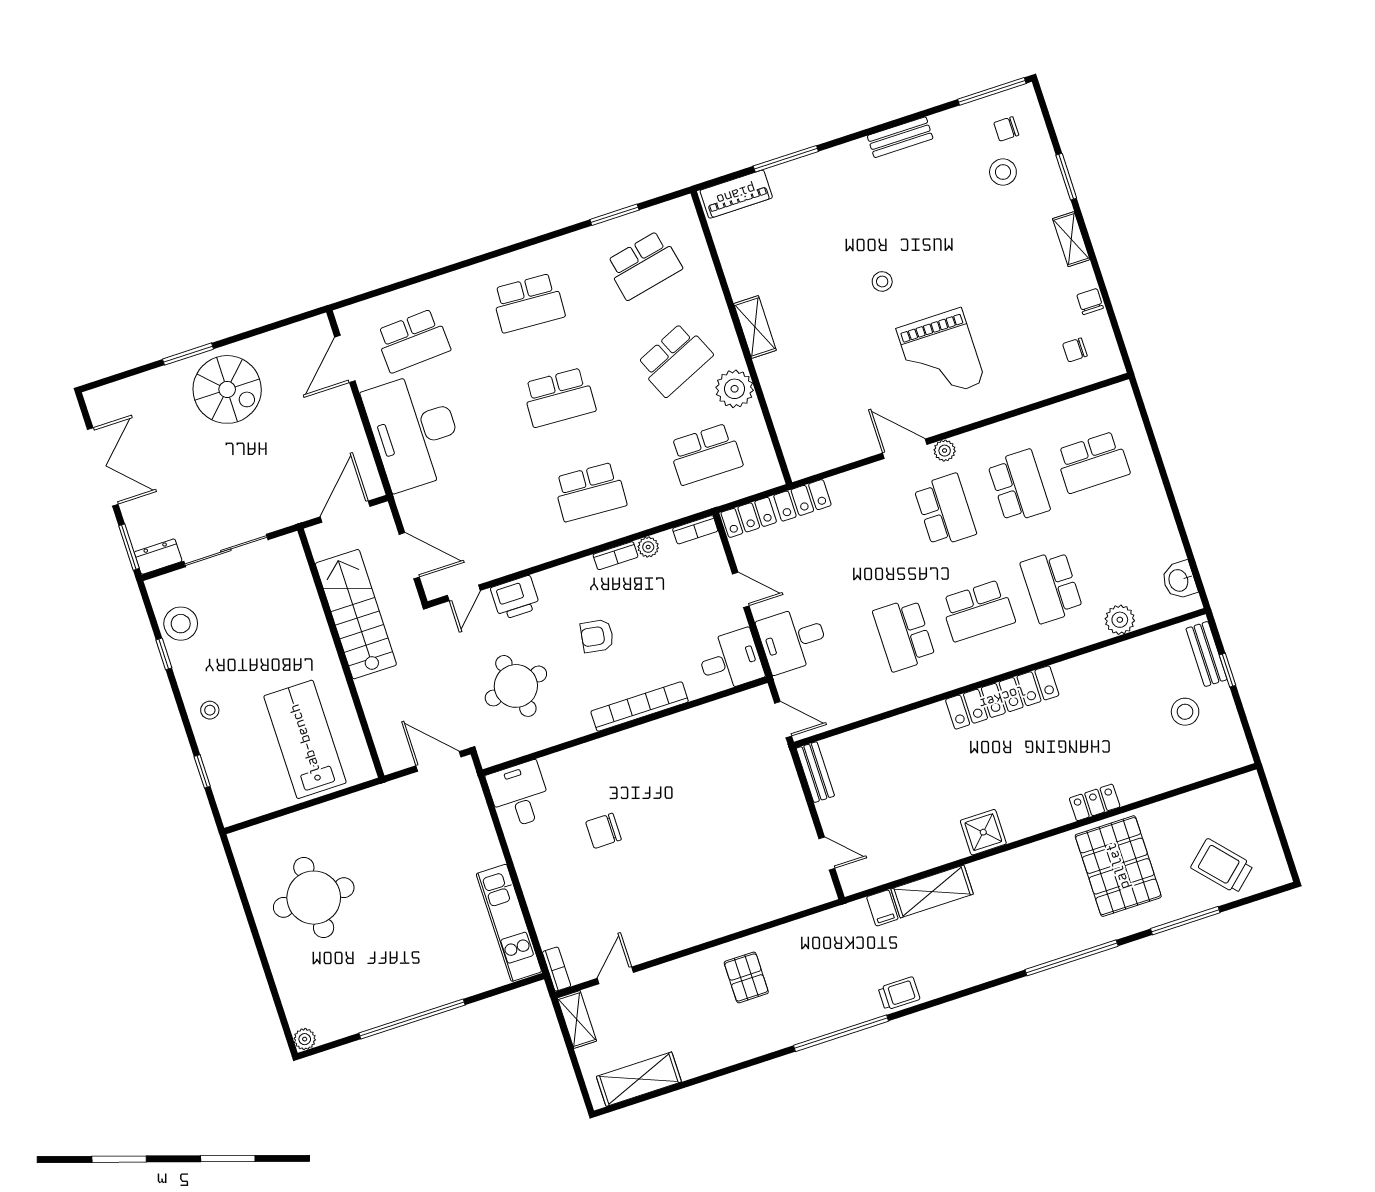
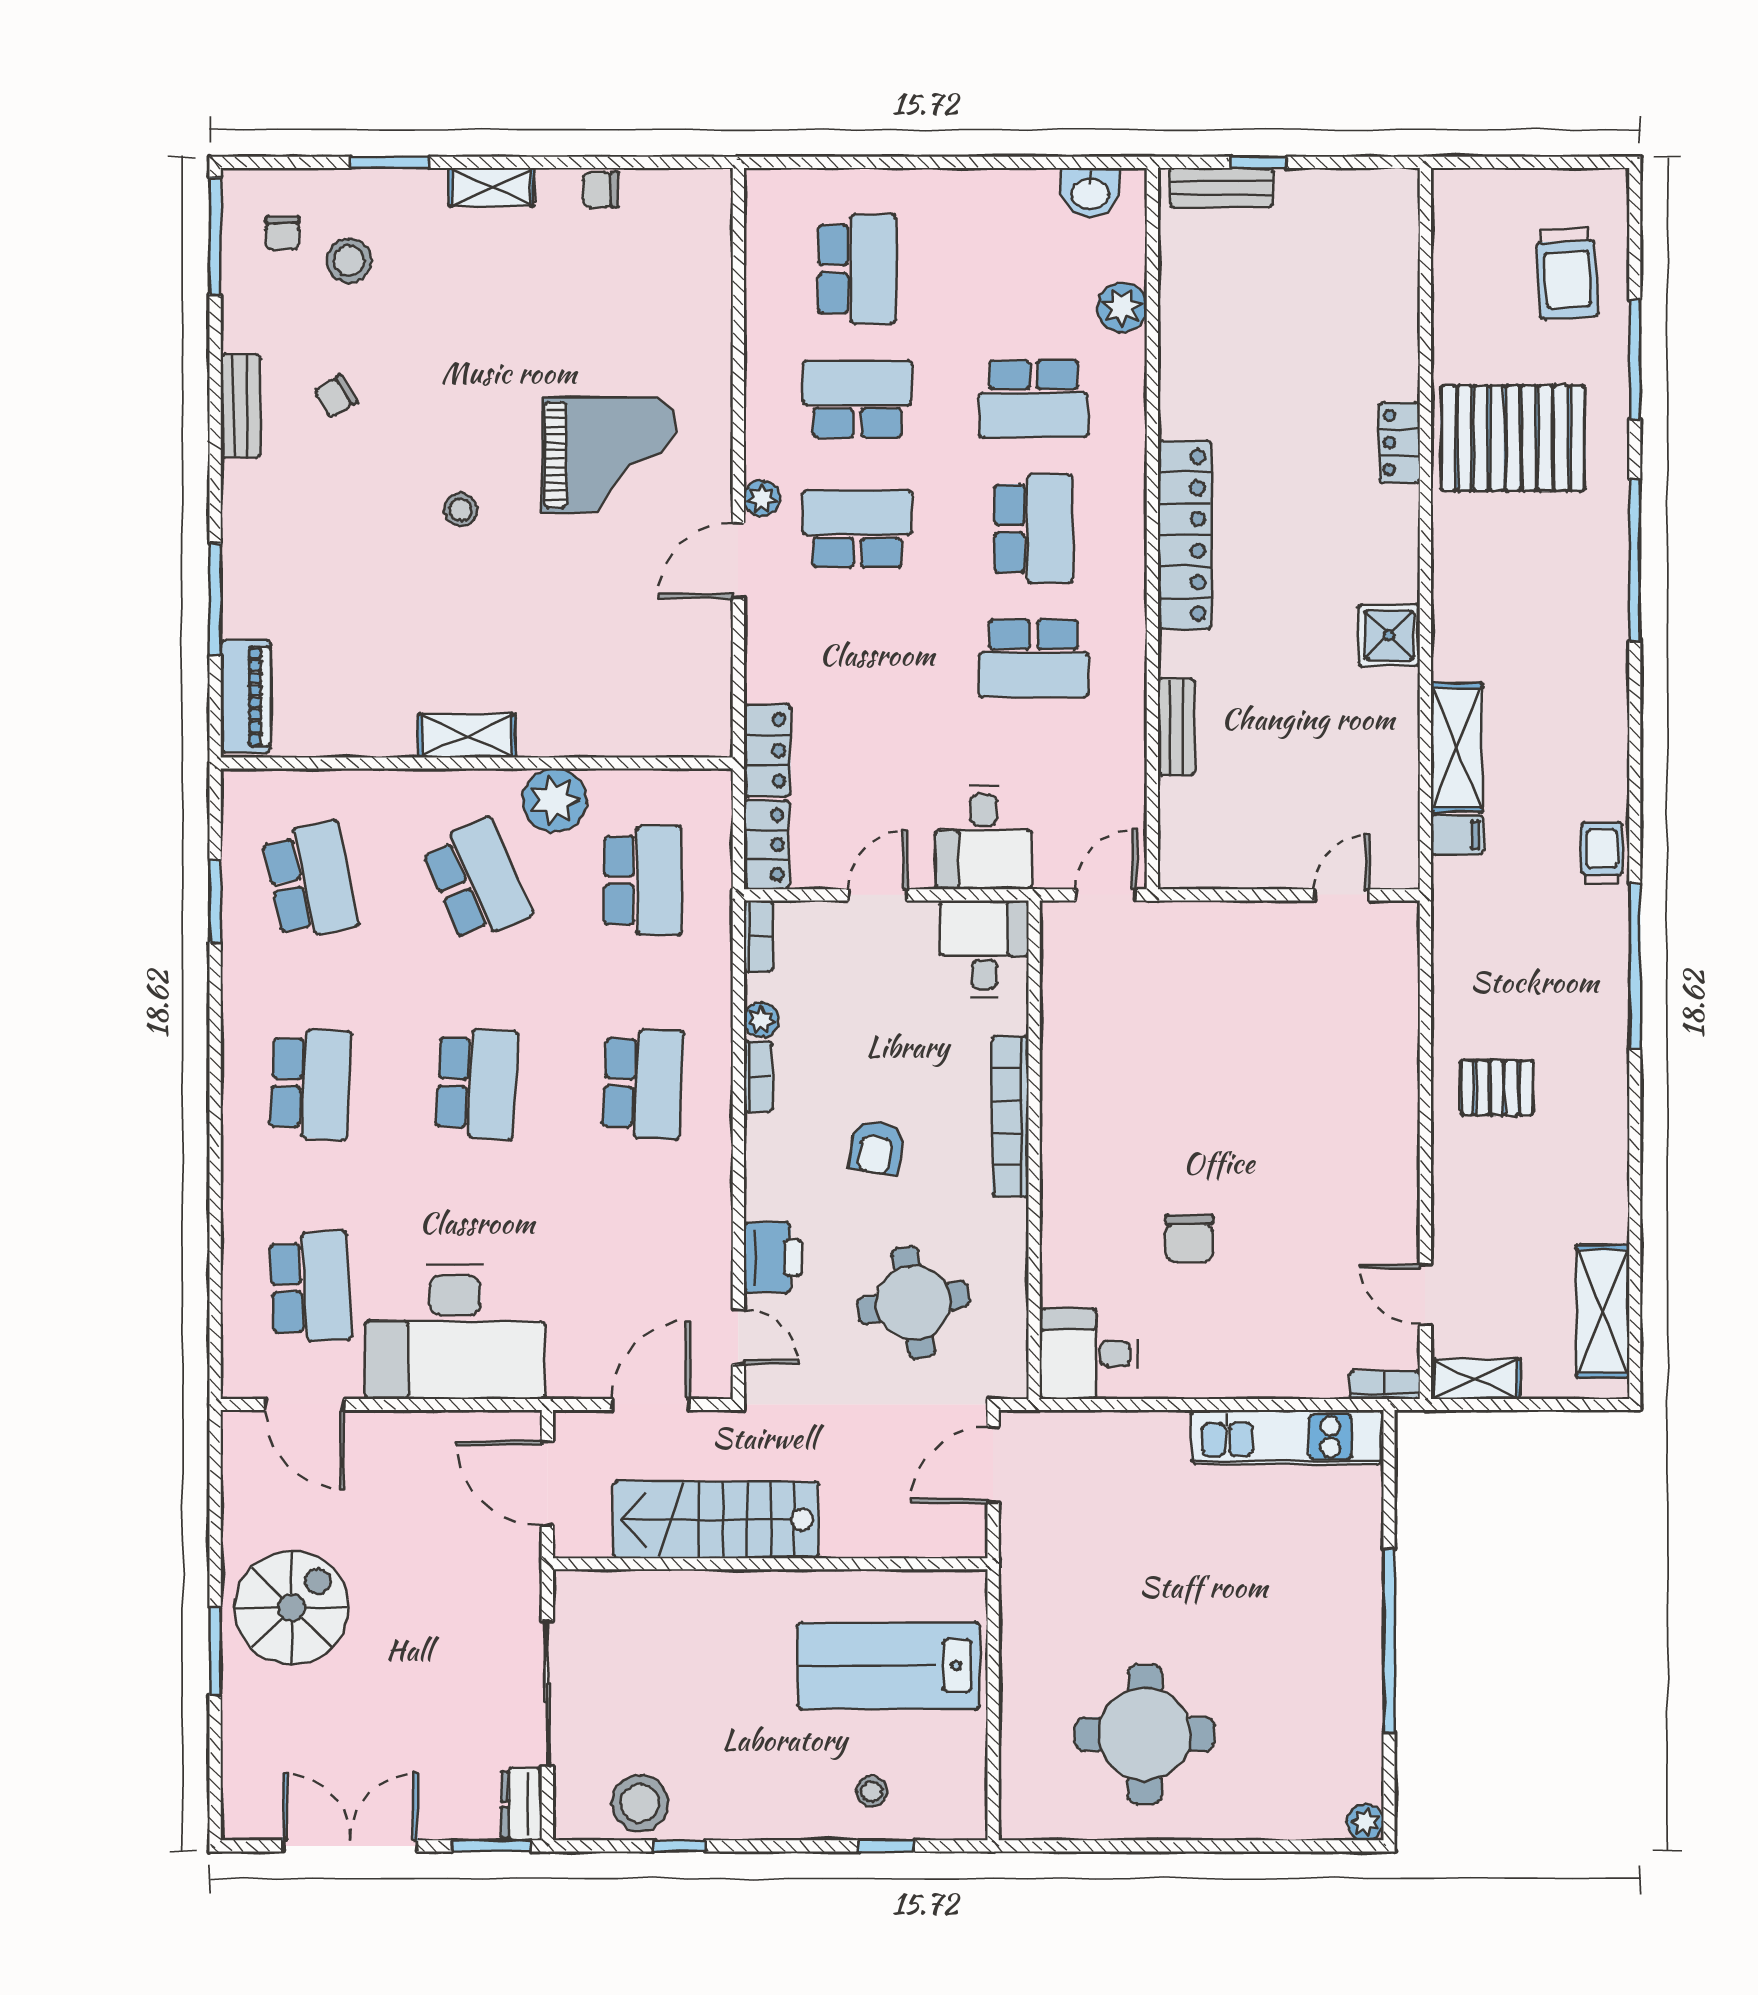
chair: (1075, 350) -> (336, 397), moved, turned 58
stool: (210, 710) -> (872, 1791), moved
stool: (1185, 712) -> (1302, 252), removed
bench: (815, 772) -> (1176, 727), moved, turned 90
trolley: (1222, 866) -> (1567, 273), turned -51

